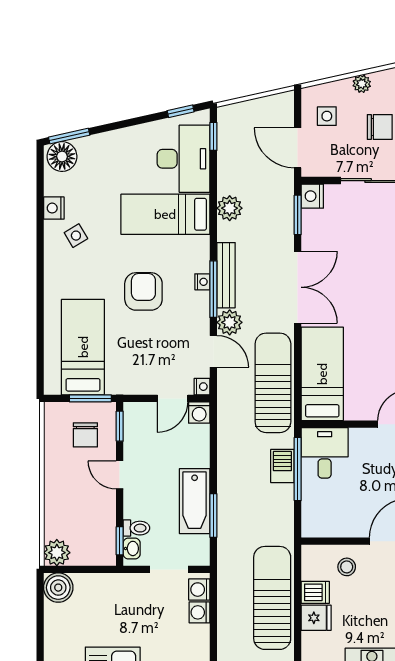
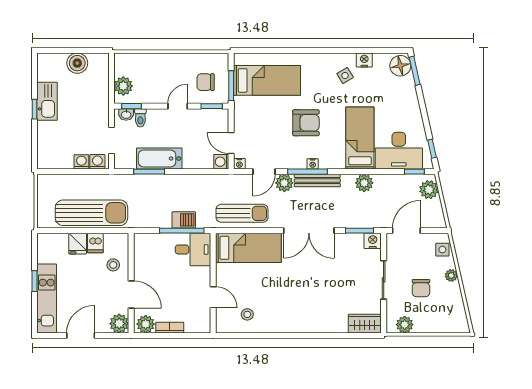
plant: (239, 116) -> (429, 190), added
side table: (327, 116) -> (442, 250), moved
sun lounger: (273, 383) -> (242, 213), width x0.73, depth x0.75
plant: (57, 553) -> (123, 86), moved
boiler: (58, 588) -> (77, 63), moved

